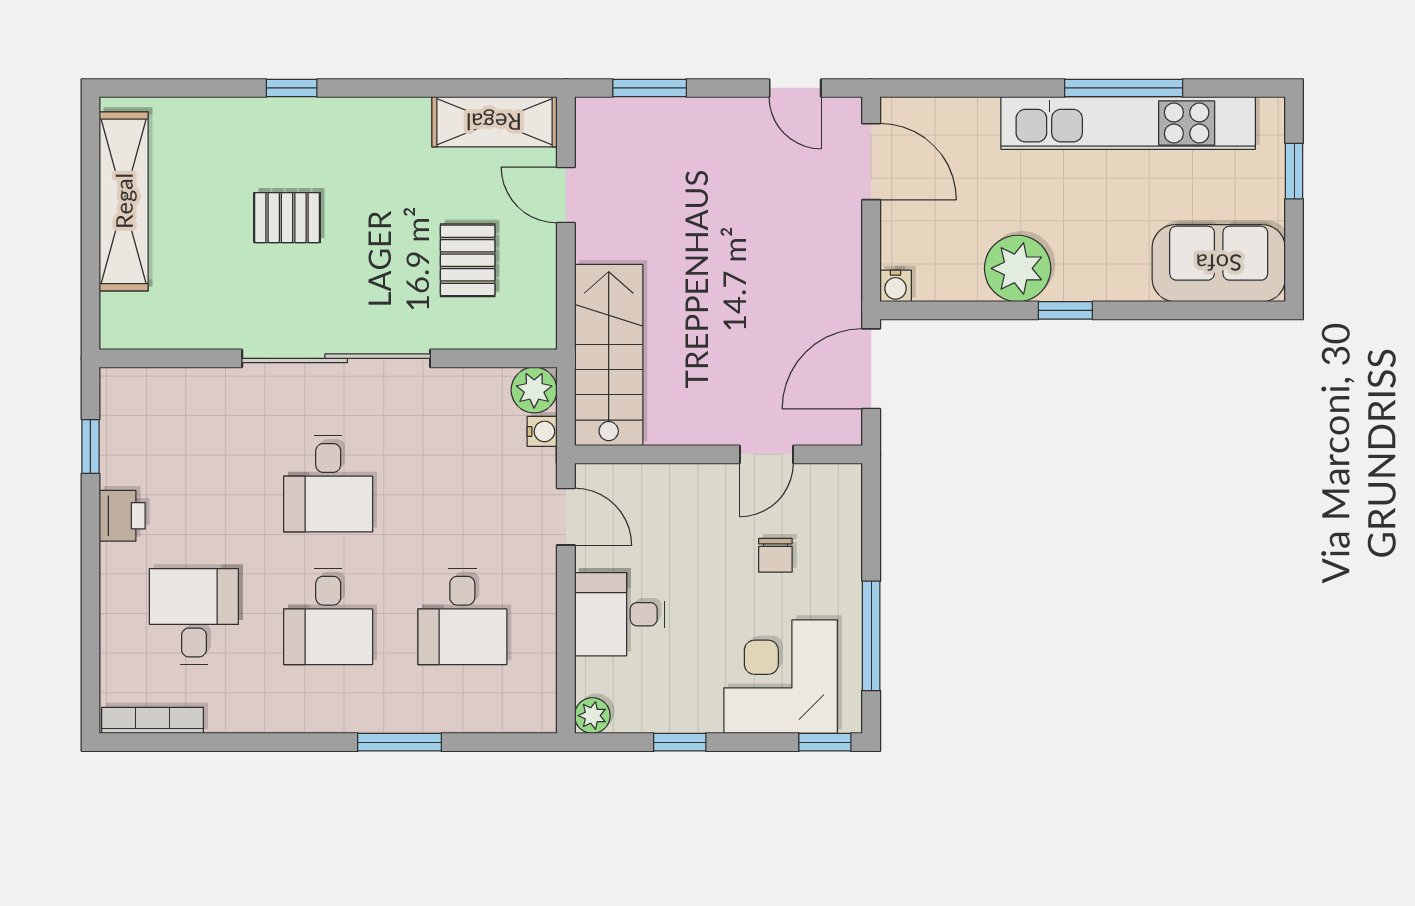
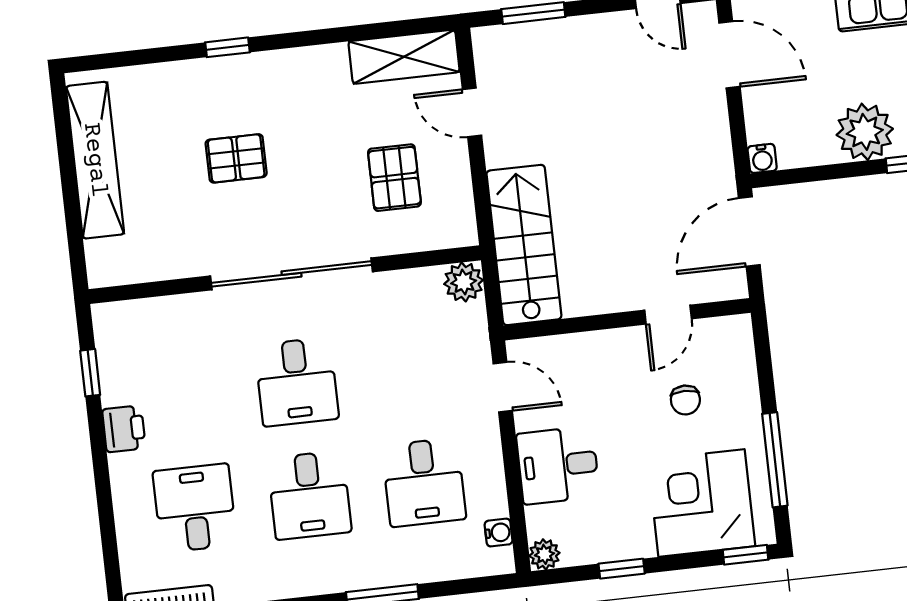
water cooler: (542, 431) -> (499, 533), moved

